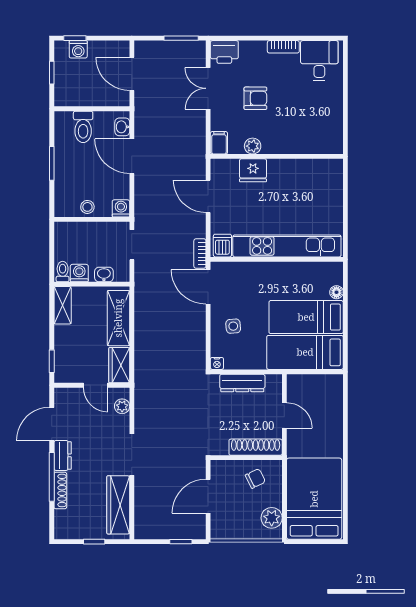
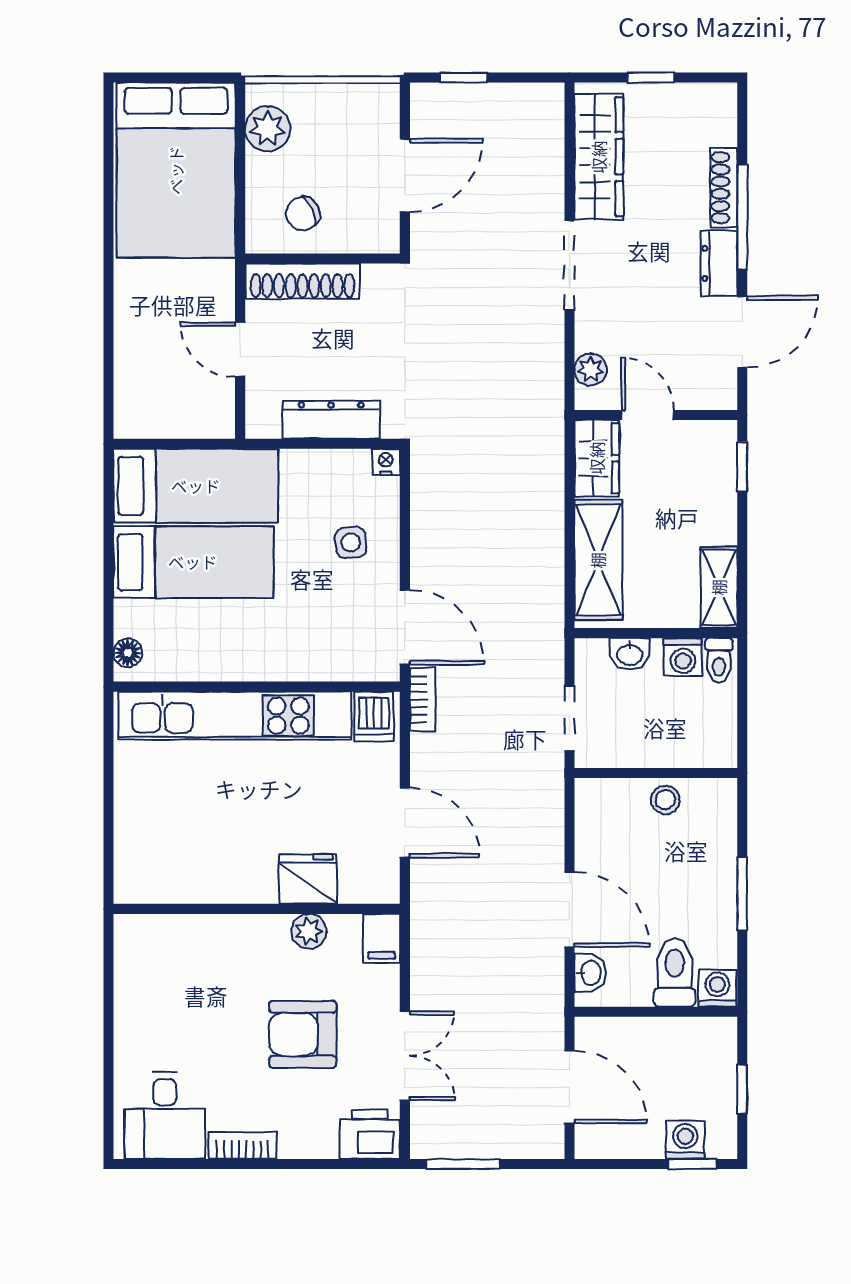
armchair: (255, 98) -> (303, 1034), width x1.38, depth x1.38
washing machine: (121, 208) -> (717, 988), moved, turned 180
floor lamp: (336, 292) -> (128, 653), moved

